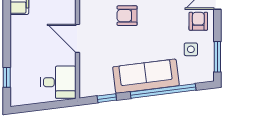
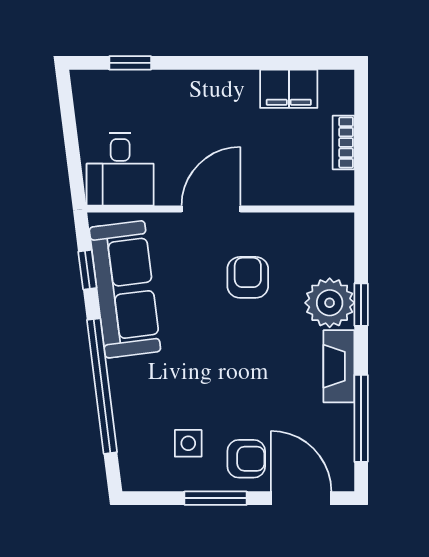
armchair: (127, 16) -> (248, 277), moved
window: (217, 57) -> (216, 498), moved
sofa: (146, 76) -> (125, 289), moved

